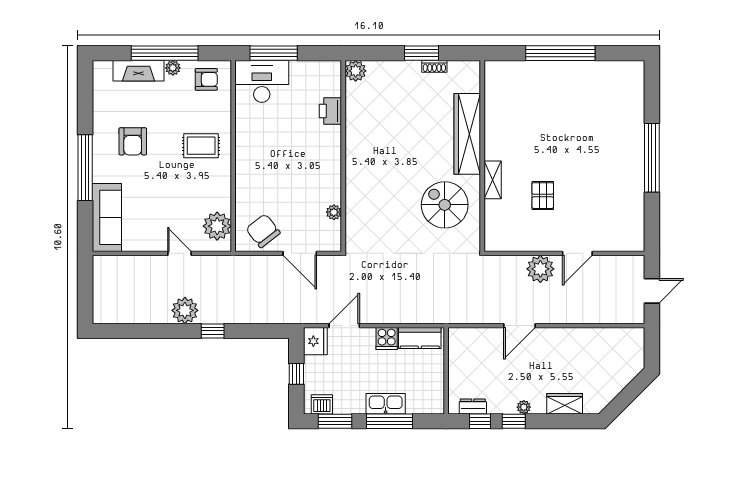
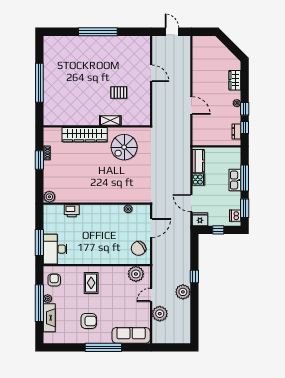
plant: (540, 269) -> (160, 314), moved

